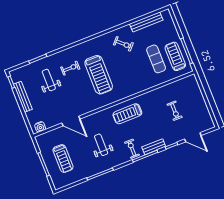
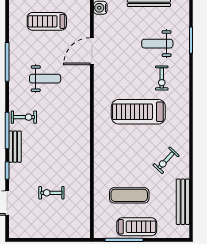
treadmill: (175, 56) -> (137, 227), moved
weight bench: (49, 80) -> (157, 44), turned 180
treadmill: (127, 114) -> (72, 129), removed

